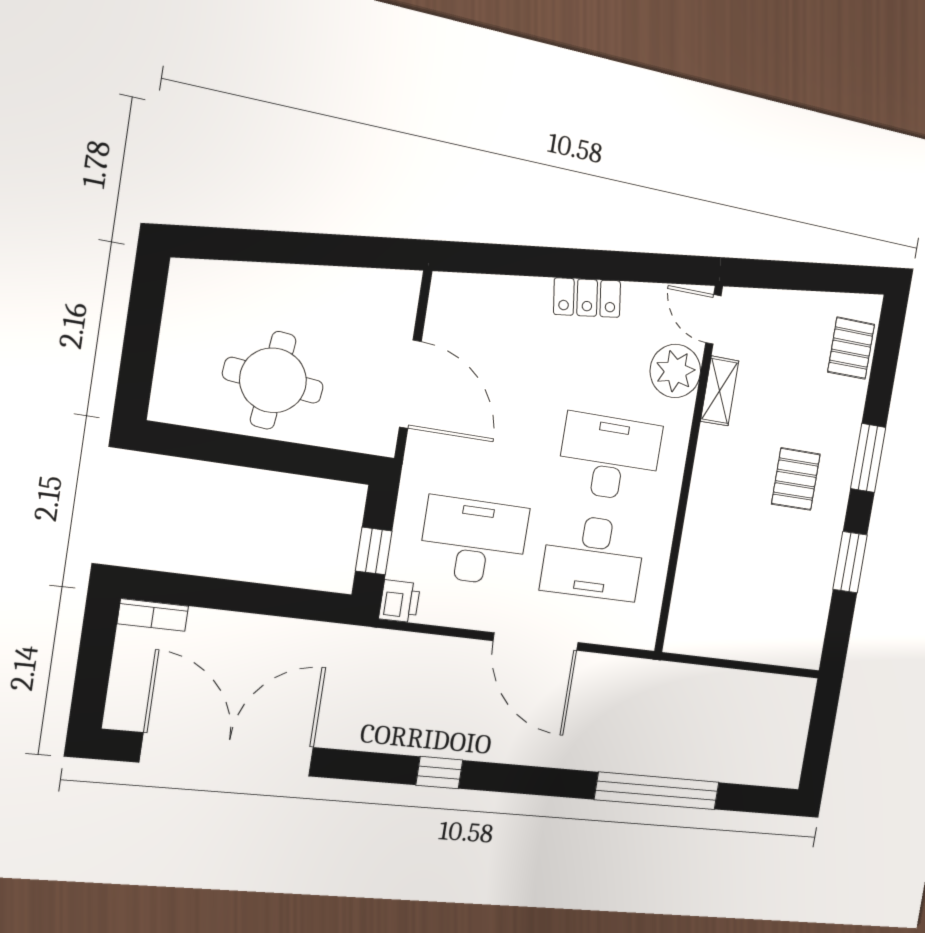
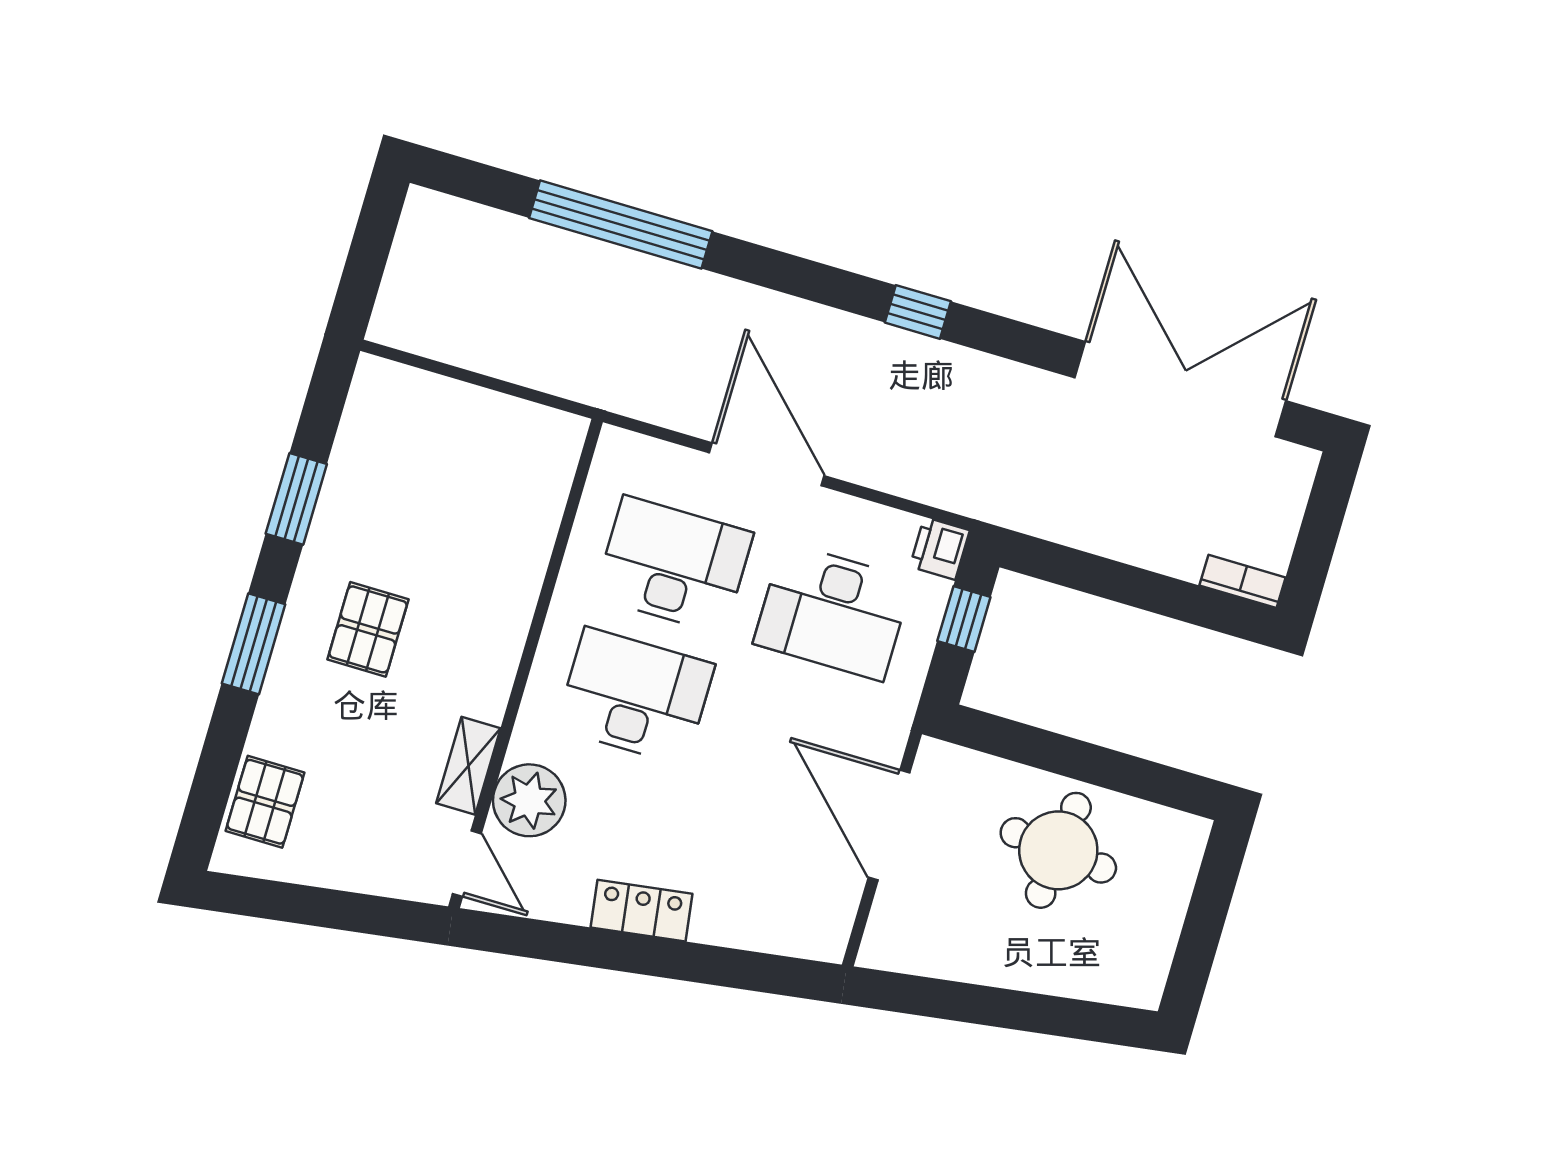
desk: (610, 457) -> (635, 696), turned 180
double door: (228, 755) -> (1180, 389), swing flipped

